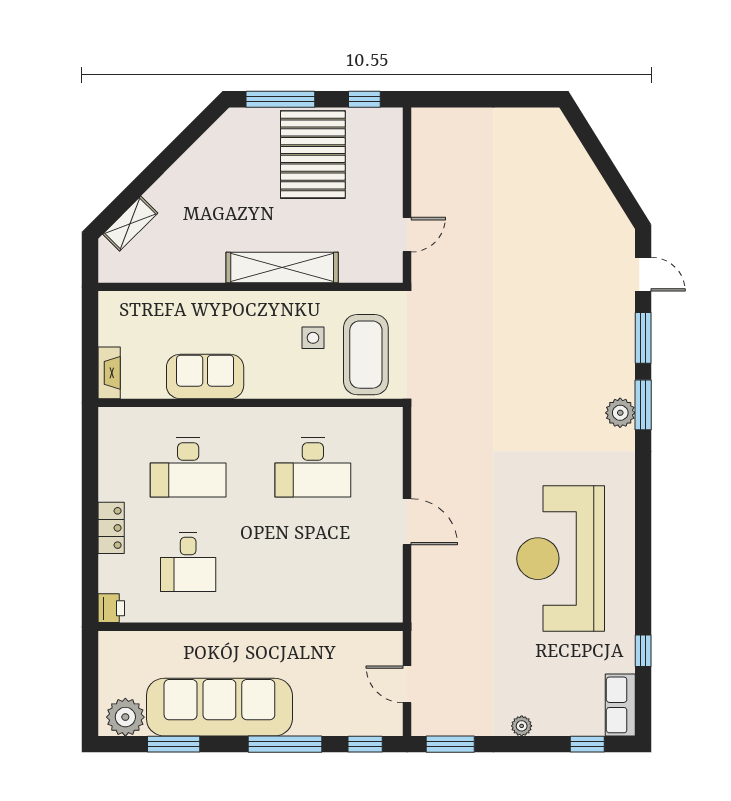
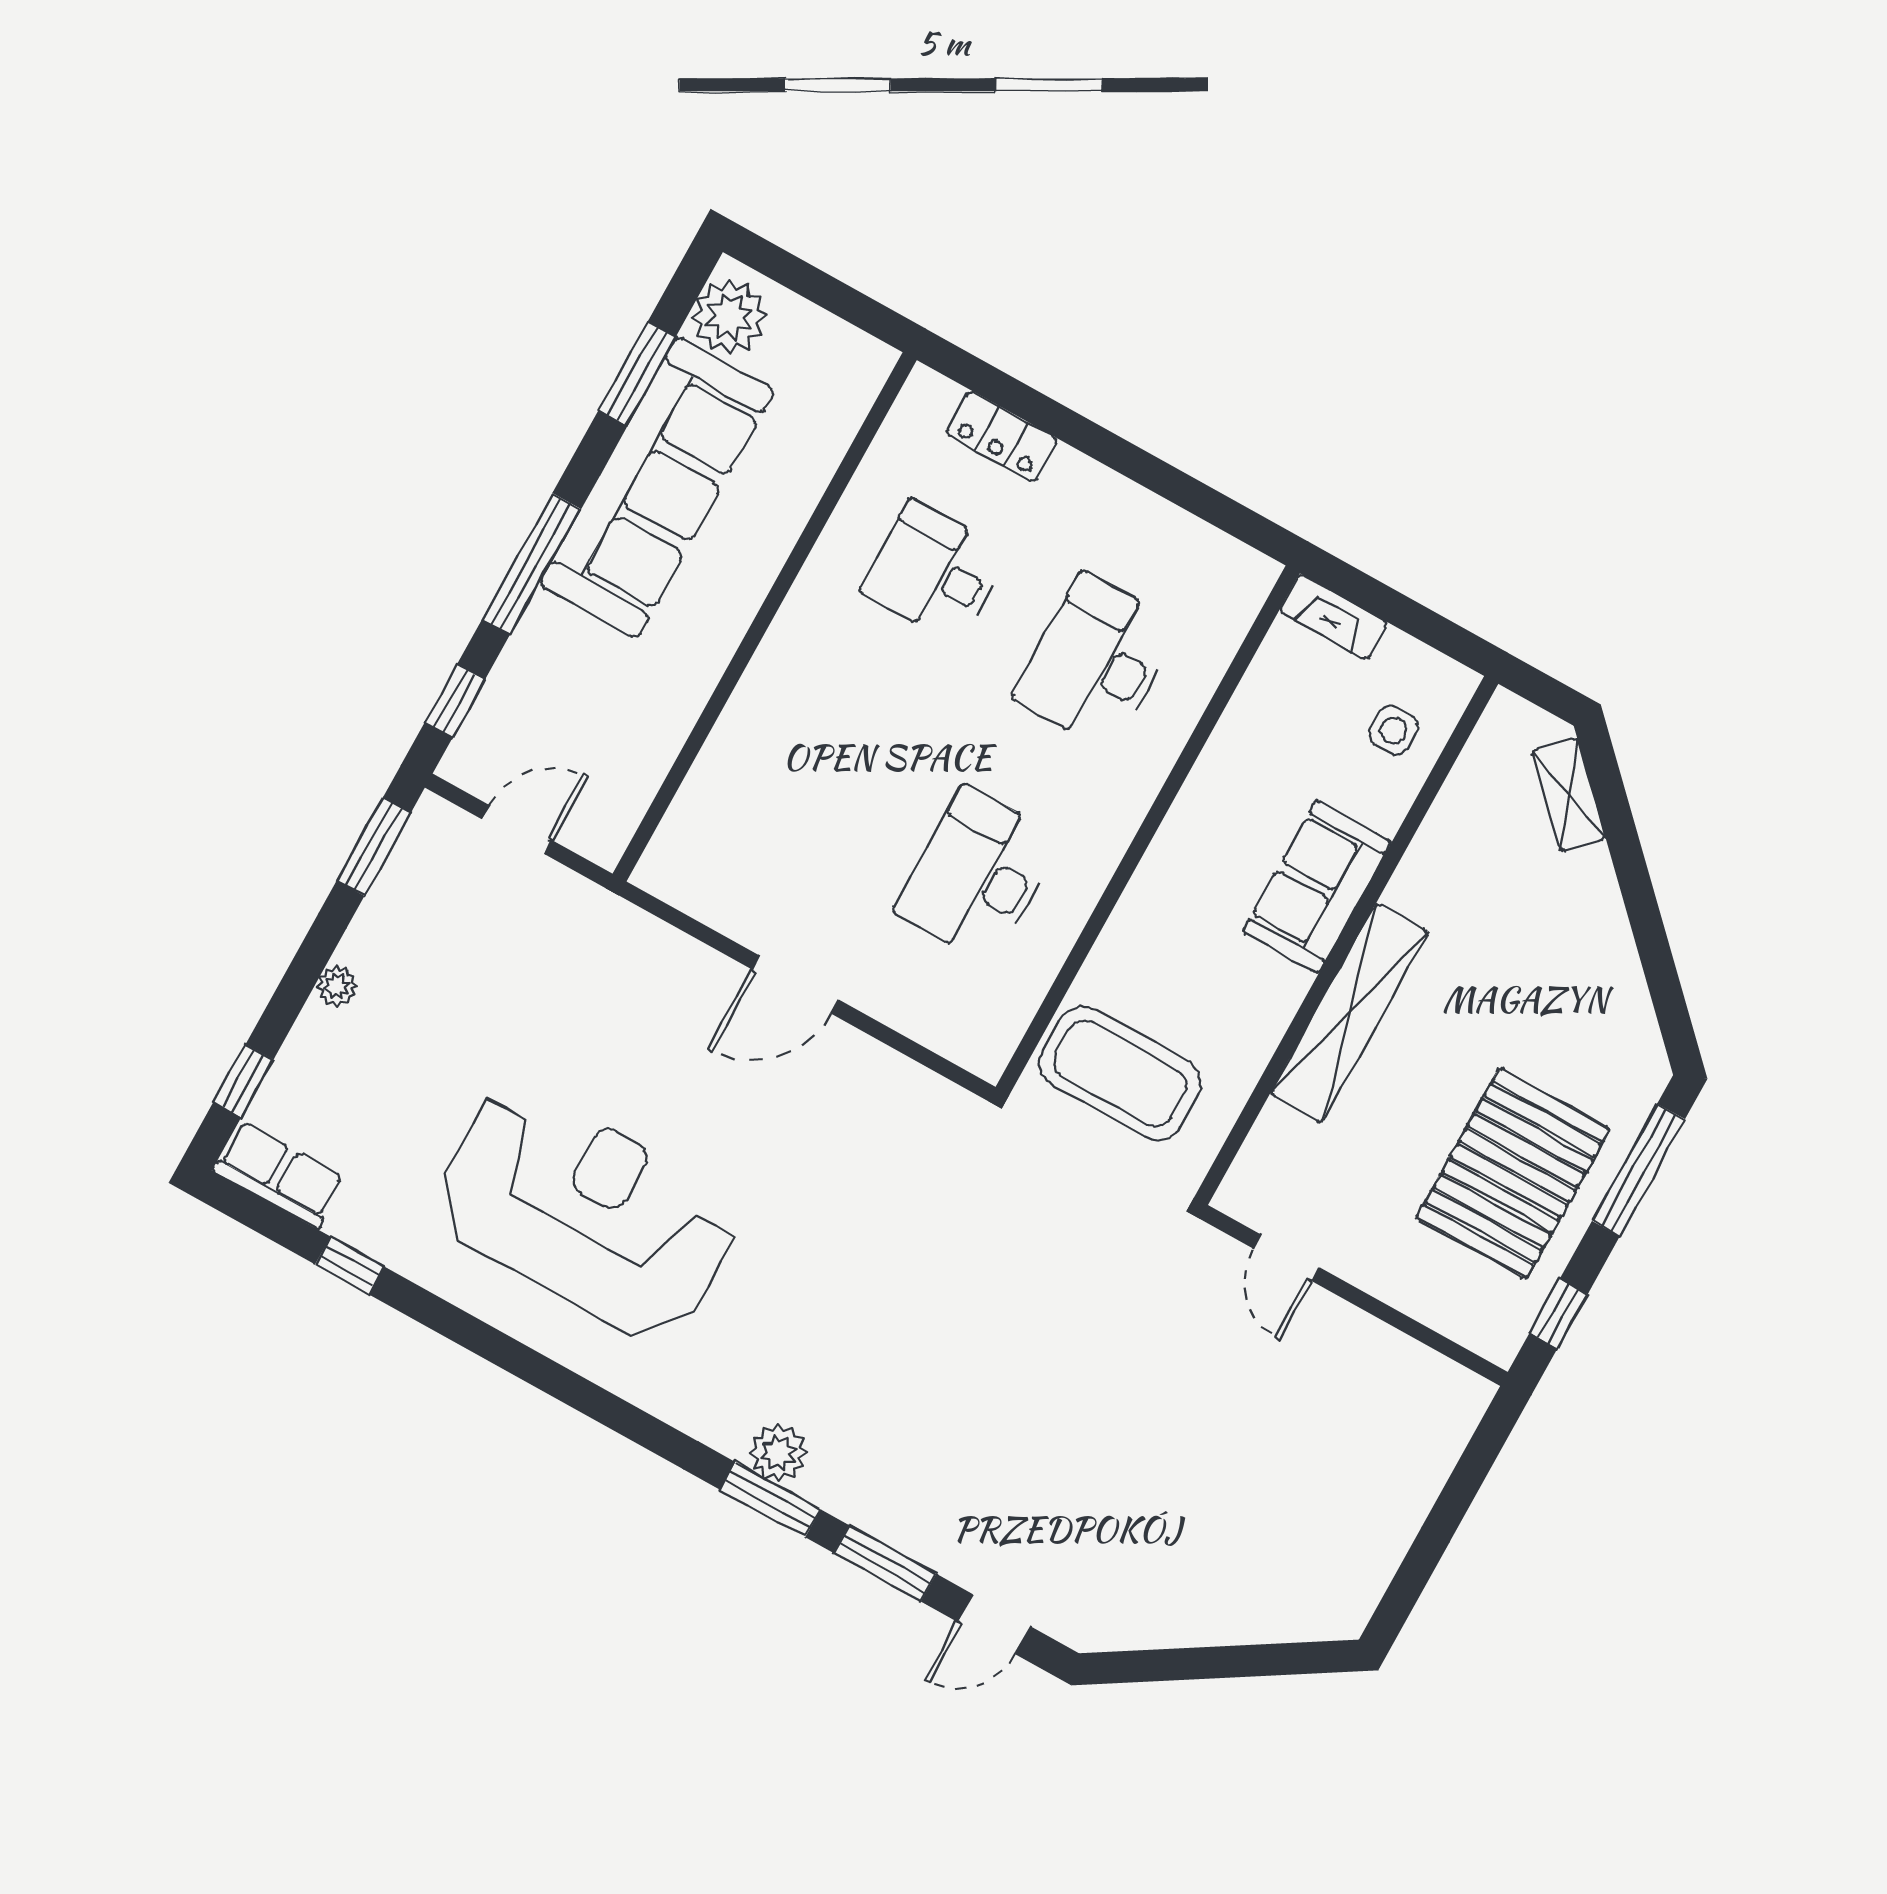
pallet: (313, 154) -> (1513, 1173), turned 90
side table: (313, 338) -> (1393, 730), moved
sofa: (205, 376) -> (1317, 887), moved, turned 180
locker: (111, 528) -> (1002, 436), moved
printer: (111, 608) -> (929, 396), removed

